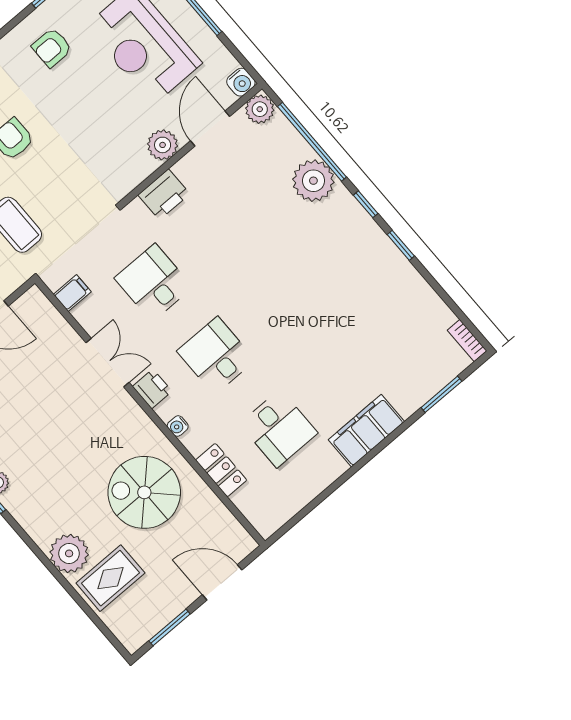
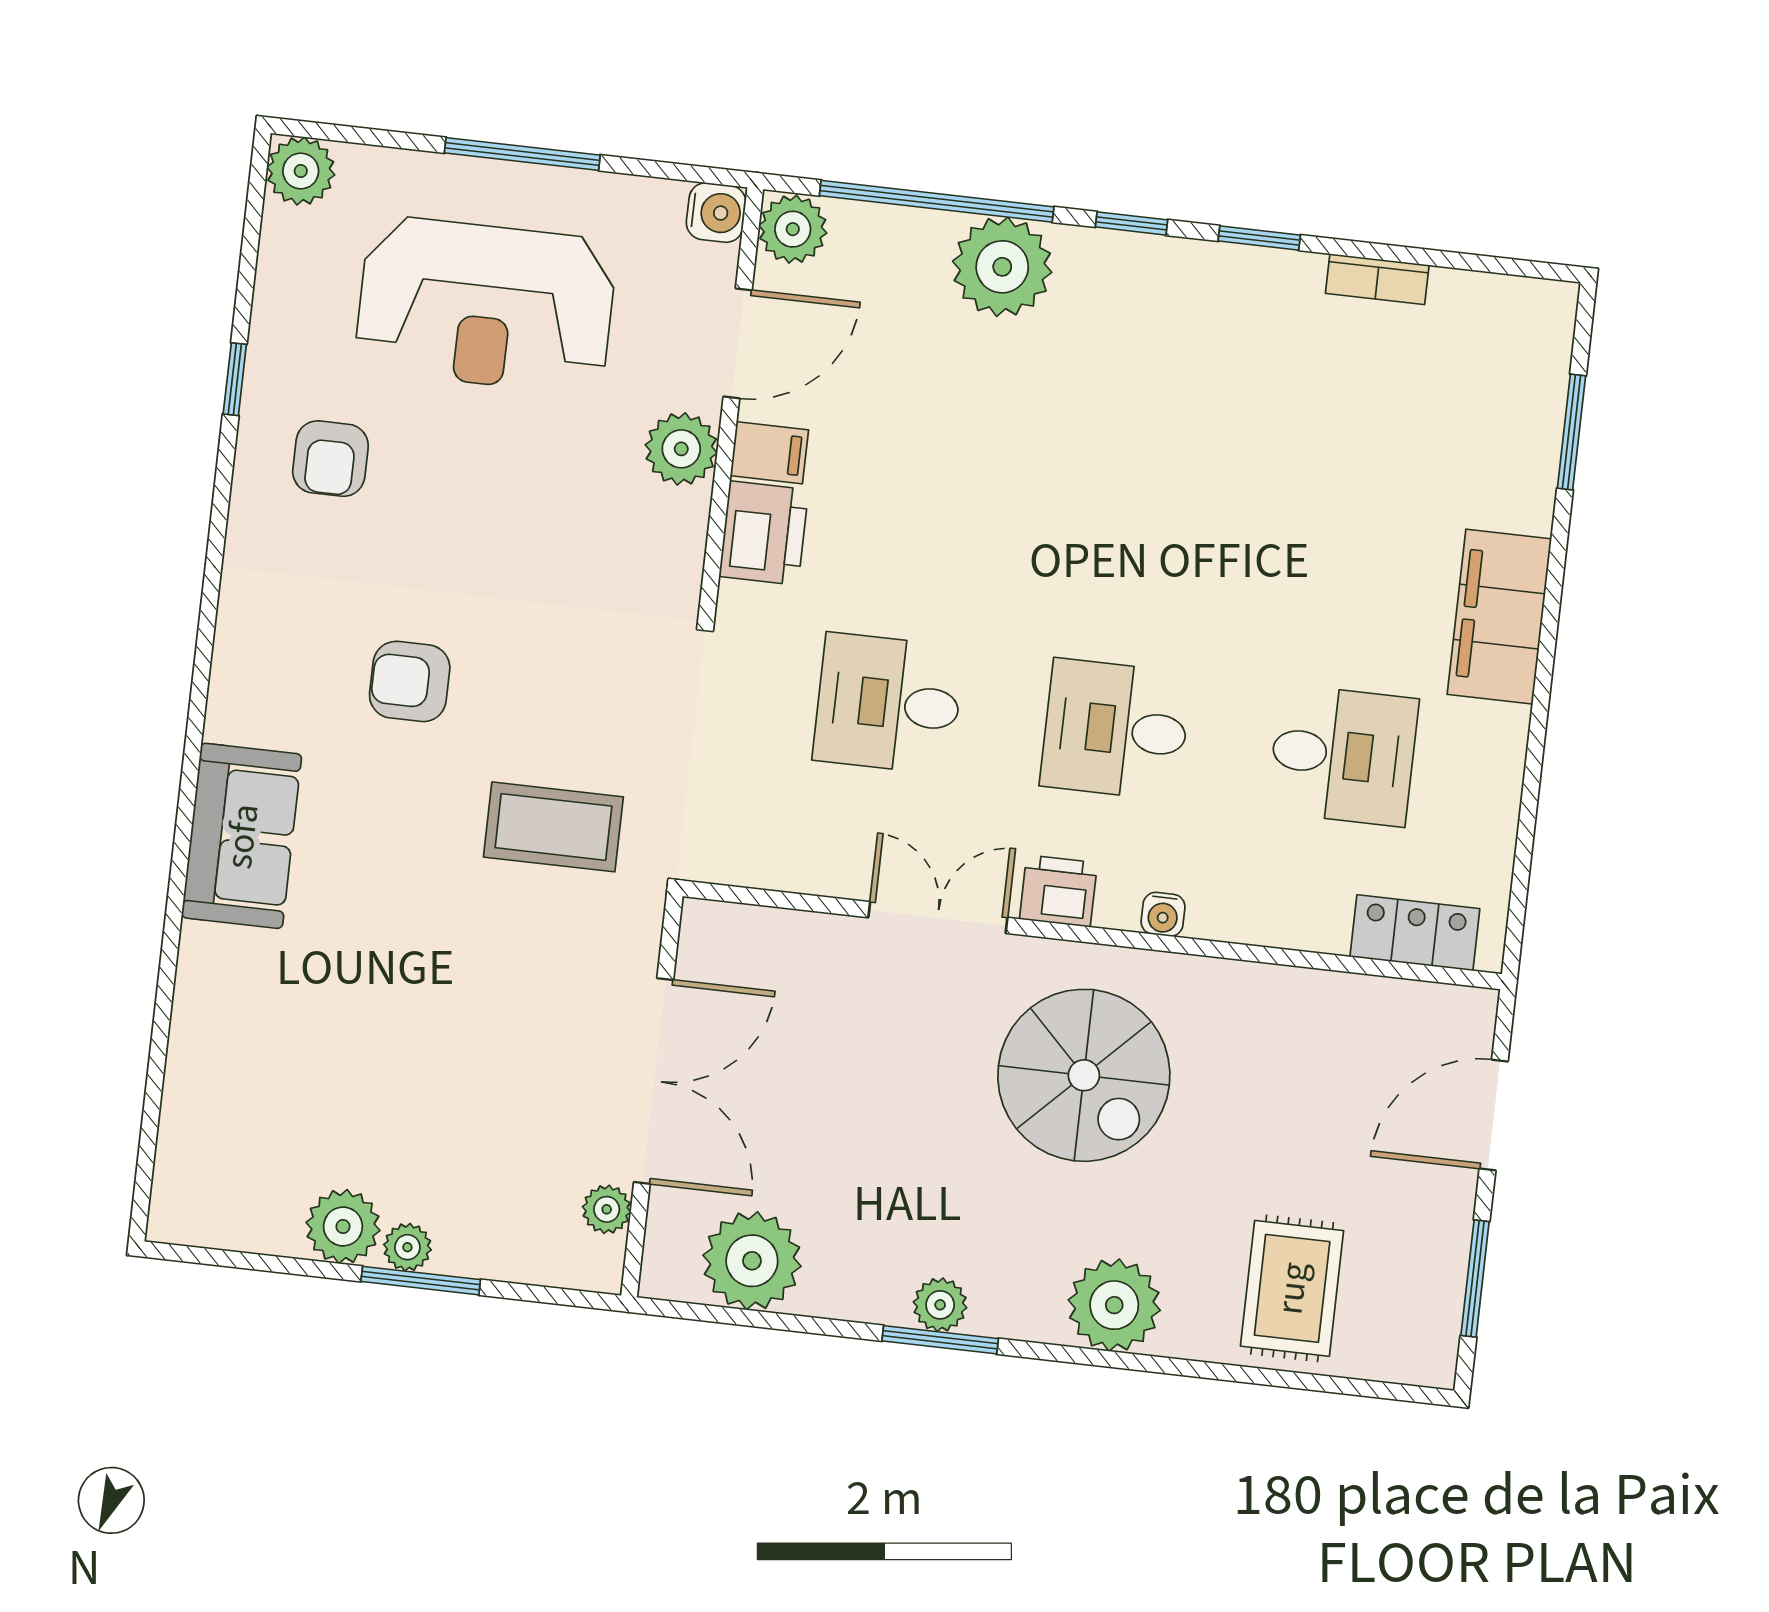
door: (210, 129) -> (738, 343), swing flipped
filing cabinet: (72, 293) -> (769, 453), moved, turned 90
bookcase: (467, 341) -> (1377, 279), moved
locker: (221, 470) -> (1415, 933), moved
spiral stairs: (144, 492) -> (1084, 1075), moved, turned -90
plant: (69, 553) -> (1114, 1305), moved

